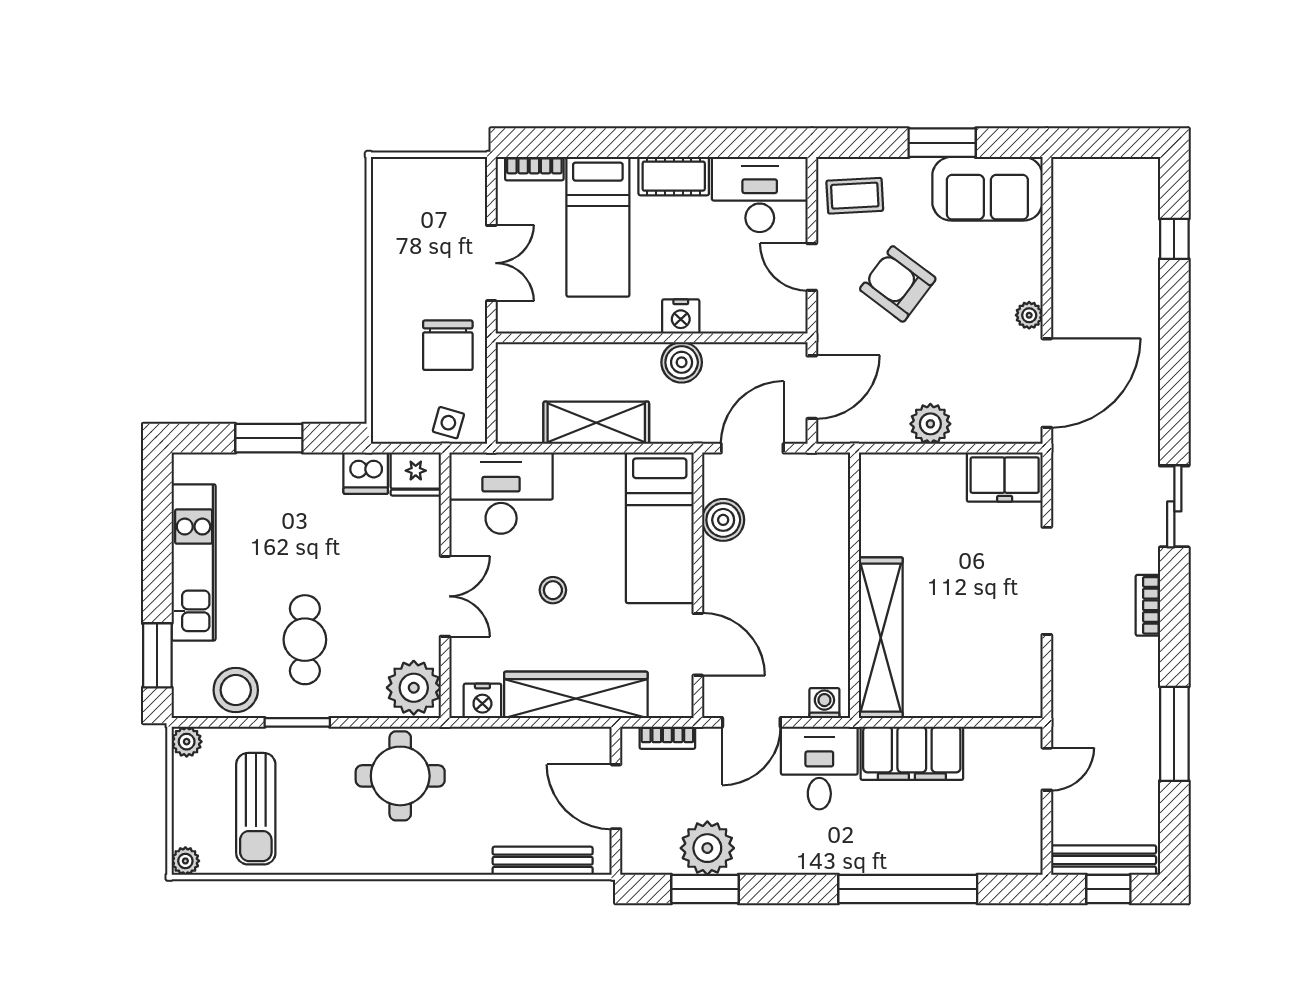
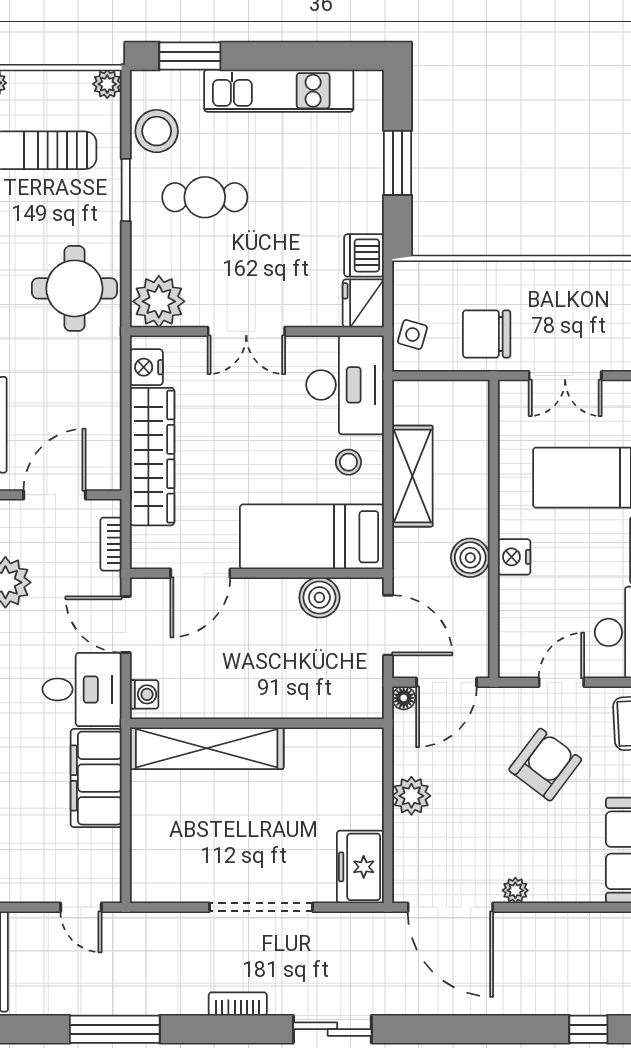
door: (812, 387) -> (446, 682), hinge flipped
floor lamp: (828, 432) -> (404, 698), added
stool: (553, 590) -> (348, 462), moved

